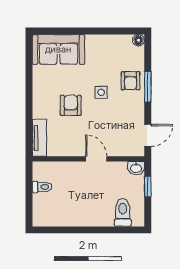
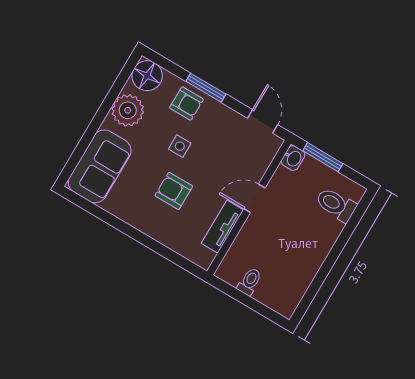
floor lamp: (138, 40) -> (147, 76), width x1.89, depth x1.89
plant: (104, 46) -> (128, 110), added
tv unit: (39, 138) -> (222, 227), moved, turned -90
window: (148, 187) -> (323, 157), width x1.50

